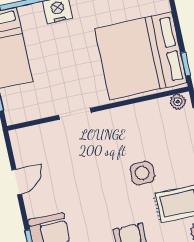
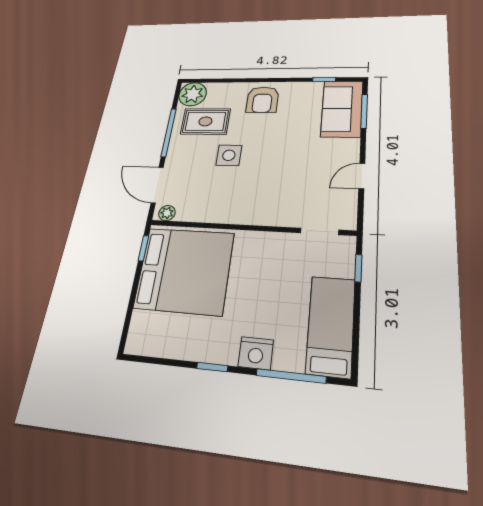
doorway: (75, 114) -> (319, 231), moved

